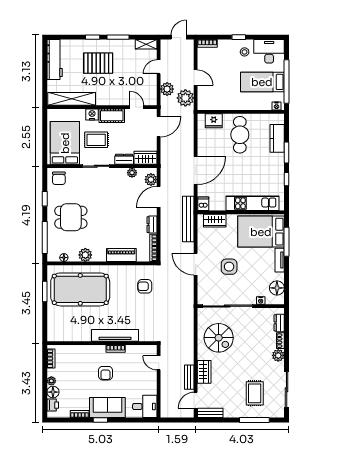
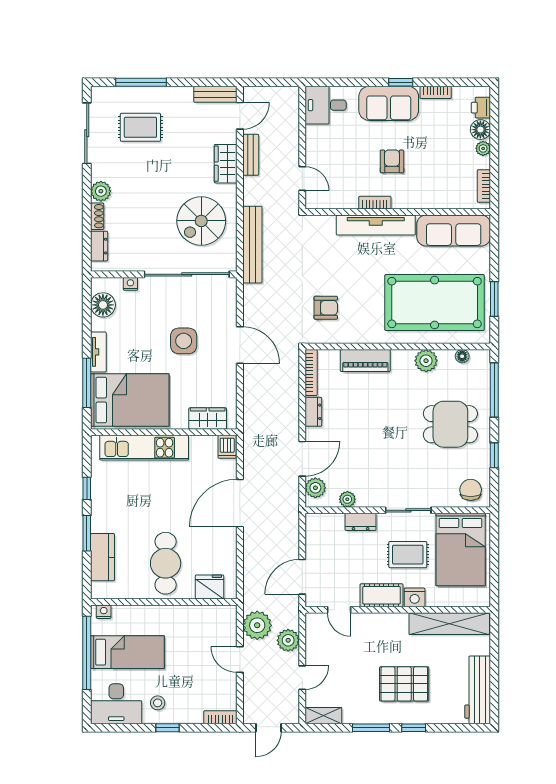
wardrobe: (146, 158) -> (324, 524), removed
bench: (188, 219) -> (252, 245), moved
sofa: (69, 332) -> (454, 231), added
spiral stairs: (219, 338) -> (201, 221), turned -90
rug: (255, 393) -> (140, 127), turned 90

